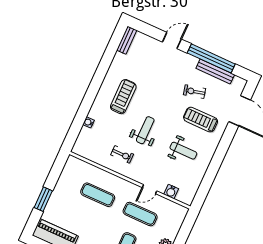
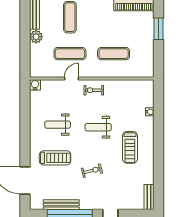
exercise bike: (195, 92) -> (92, 171), moved
weight bench: (145, 130) -> (98, 127), turned 90
exercise bike: (122, 154) -> (94, 90), moved
water cooler: (171, 192) -> (35, 85), moved

